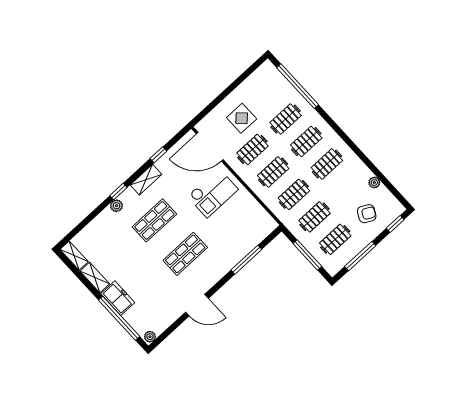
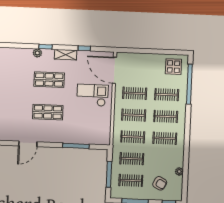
display table: (242, 118) -> (173, 67), moved
checkout: (213, 193) -> (93, 95), turned 180
door: (197, 305) -> (28, 144), hinge flipped

